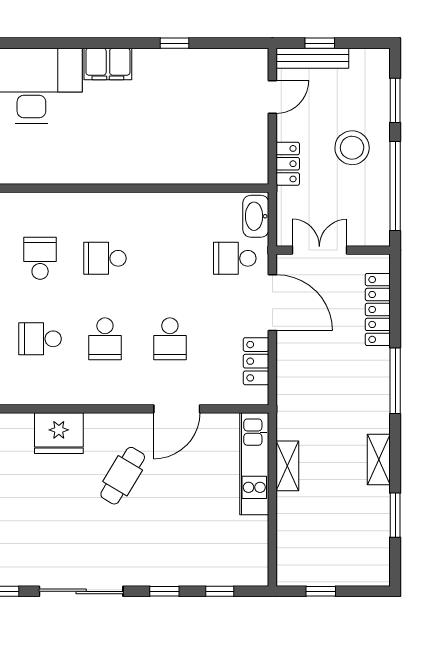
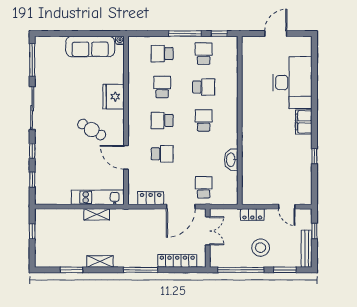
bench: (312, 58) -> (307, 249), moved
washbasin: (256, 216) -> (231, 160), moved, turned -90
school desk: (170, 339) -> (162, 154), turned 180

